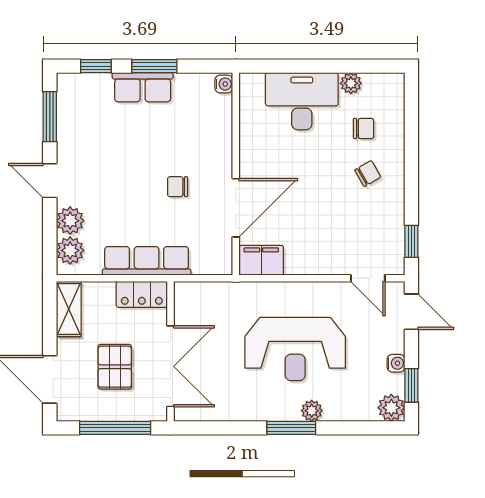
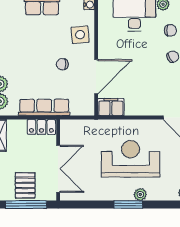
side table: (208, 136) -> (80, 35), added
reception desk: (295, 349) -> (131, 159), turned 180
pallet: (115, 367) -> (25, 185), moved

